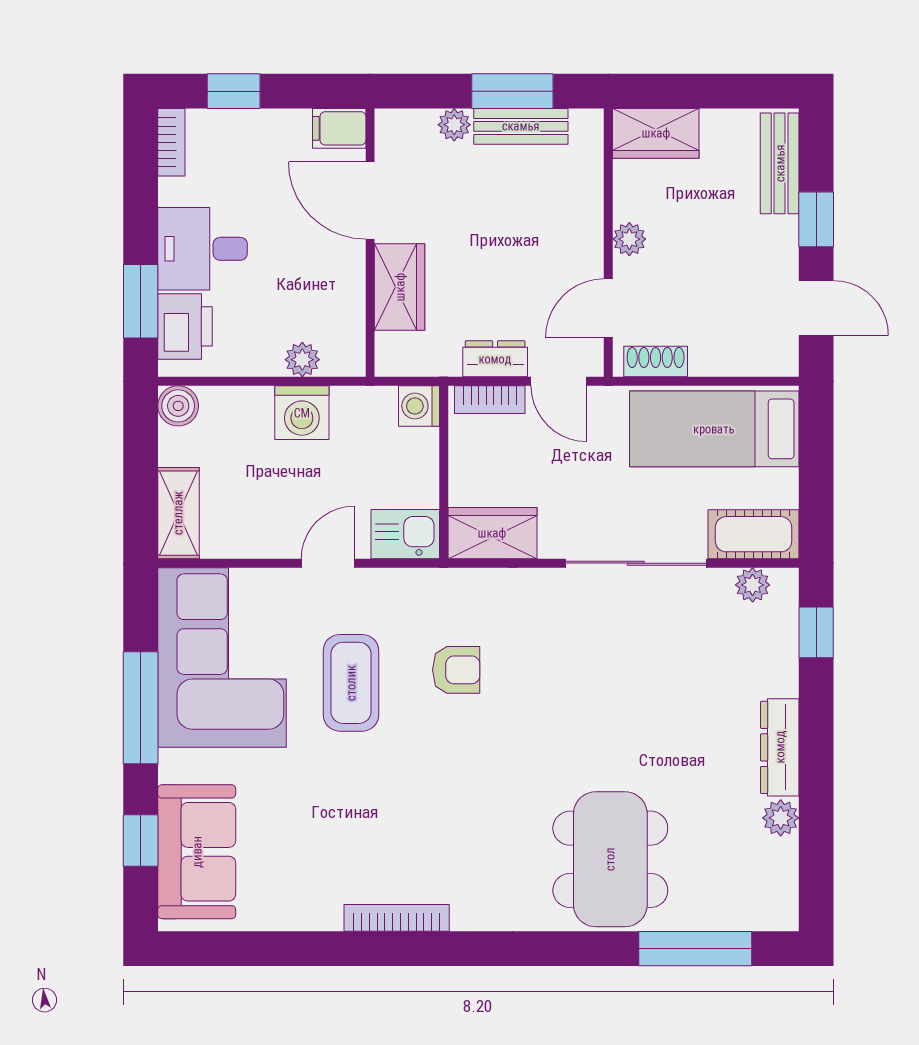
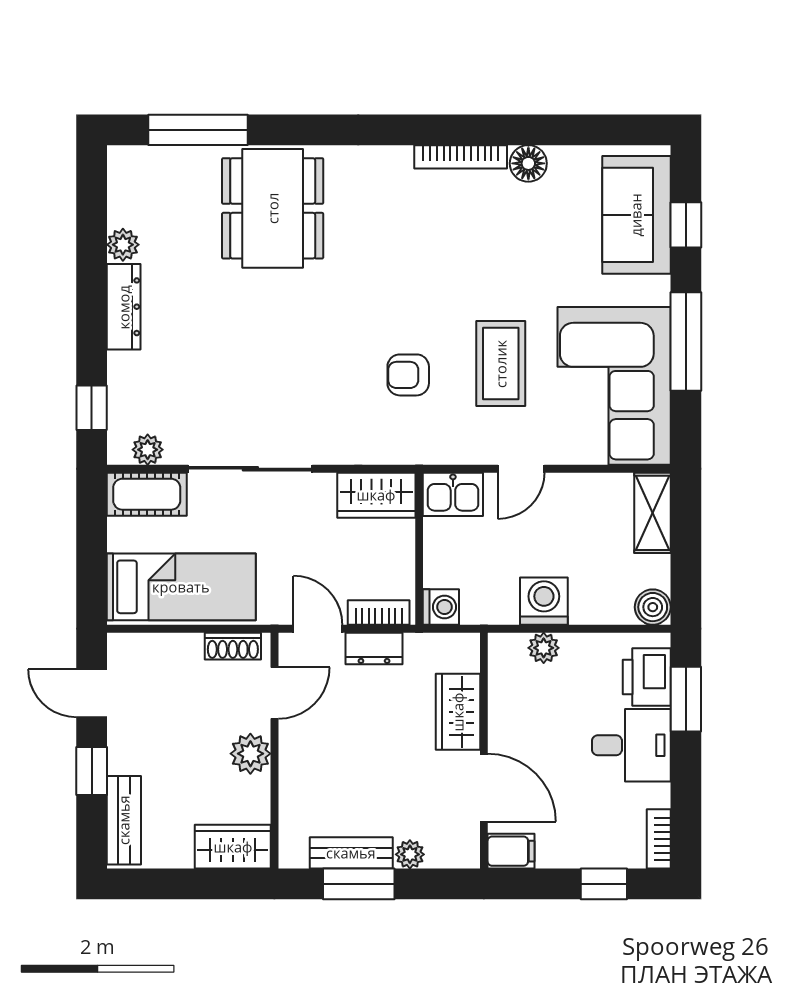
plant: (629, 239) -> (250, 754), width x1.38, depth x1.38
floor lamp: (320, 910) -> (528, 163), added

